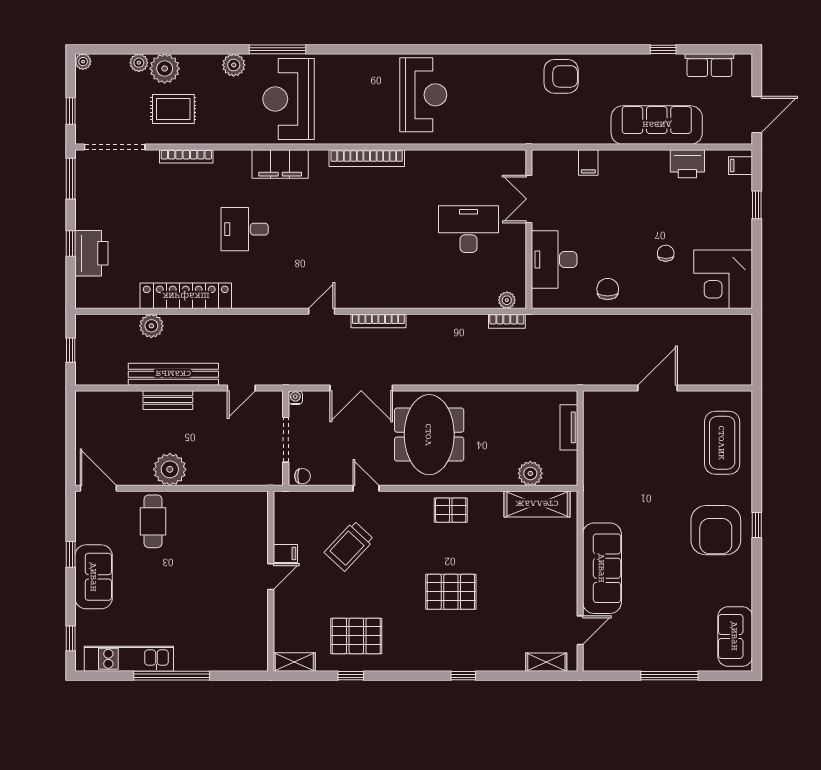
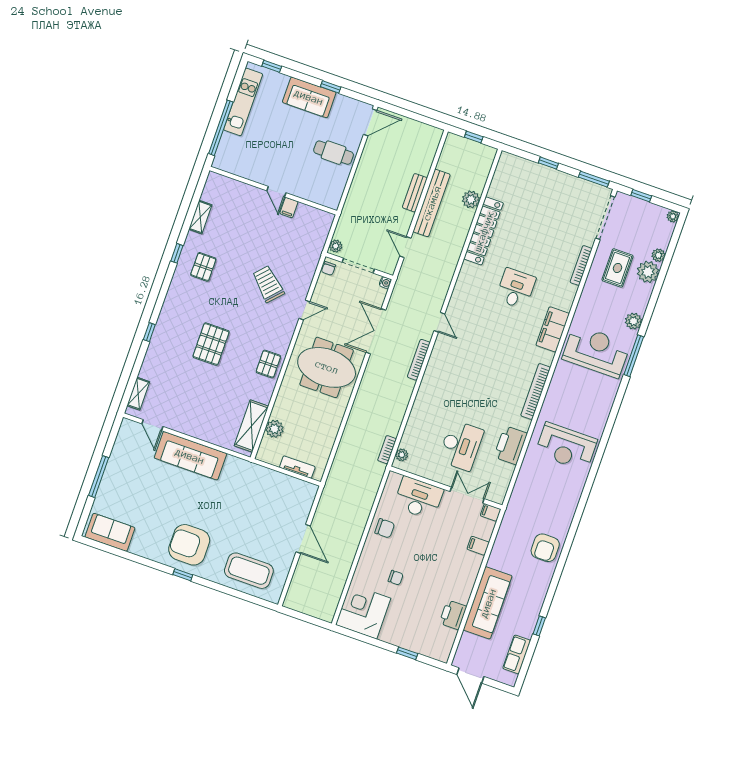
filing cabinet: (741, 166) -> (491, 512), moved, turned -90
printer: (91, 253) -> (511, 445), moved, turned 90
plant: (170, 469) -> (336, 246), moved, width x0.53, depth x0.53
filing cabinet: (285, 554) -> (289, 208), moved
door: (271, 577) -> (276, 192), moved
wall: (271, 581) -> (273, 191), moved
pallet: (356, 636) -> (203, 267), width x0.67, depth x0.71

